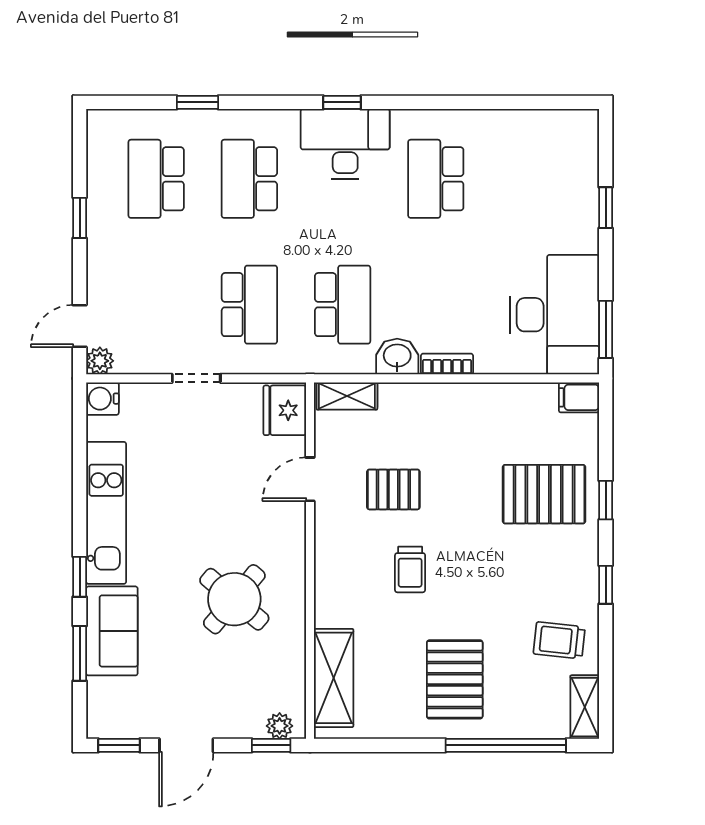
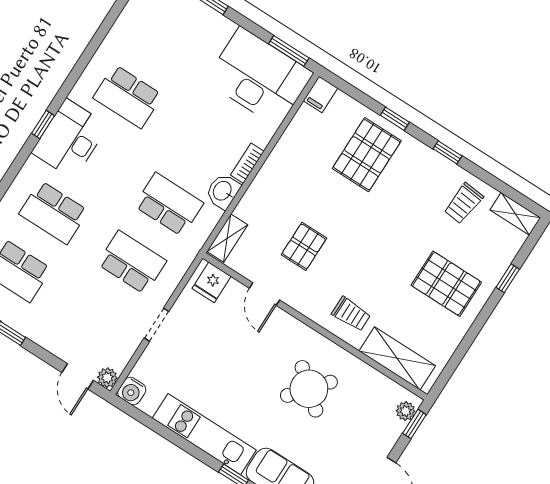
fridge: (285, 410) -> (212, 282), width x0.72
trolley: (410, 569) -> (351, 314), moved
window: (506, 745) -> (508, 278), width x0.32

